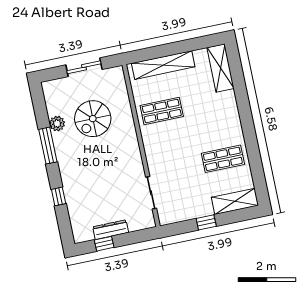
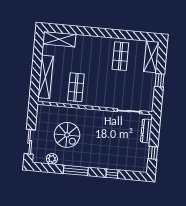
sliding door: (84, 67) -> (30, 142), moved
plant: (57, 124) -> (52, 159), moved
dresser: (111, 230) -> (146, 131), moved

